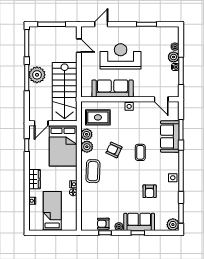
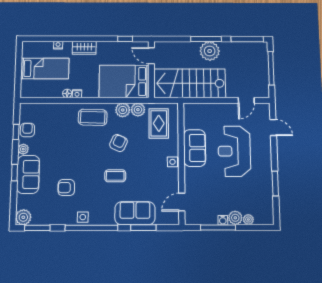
reception desk: (121, 56) -> (234, 151), turned 180
sofa: (113, 89) -> (195, 148), width x0.73

